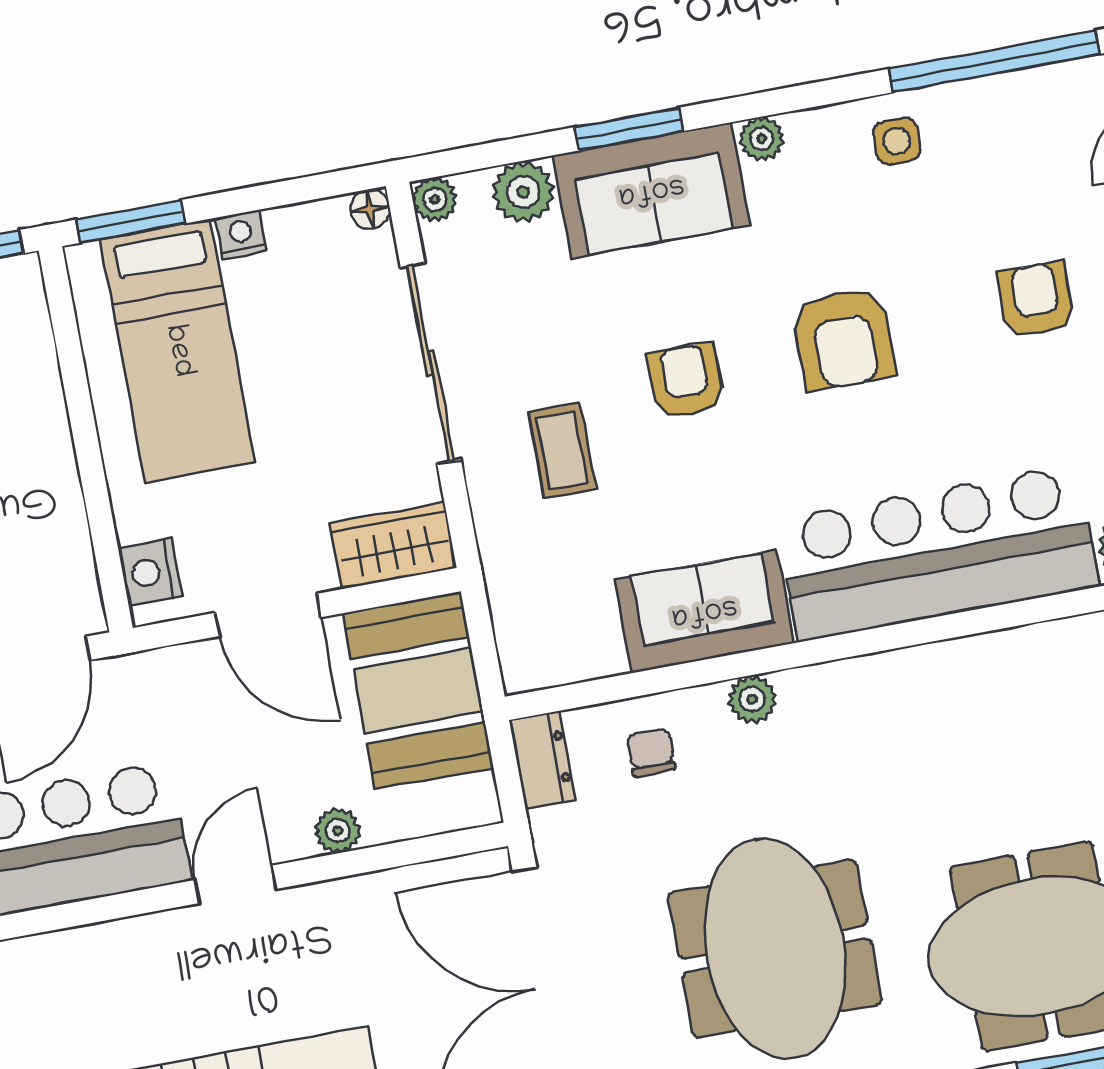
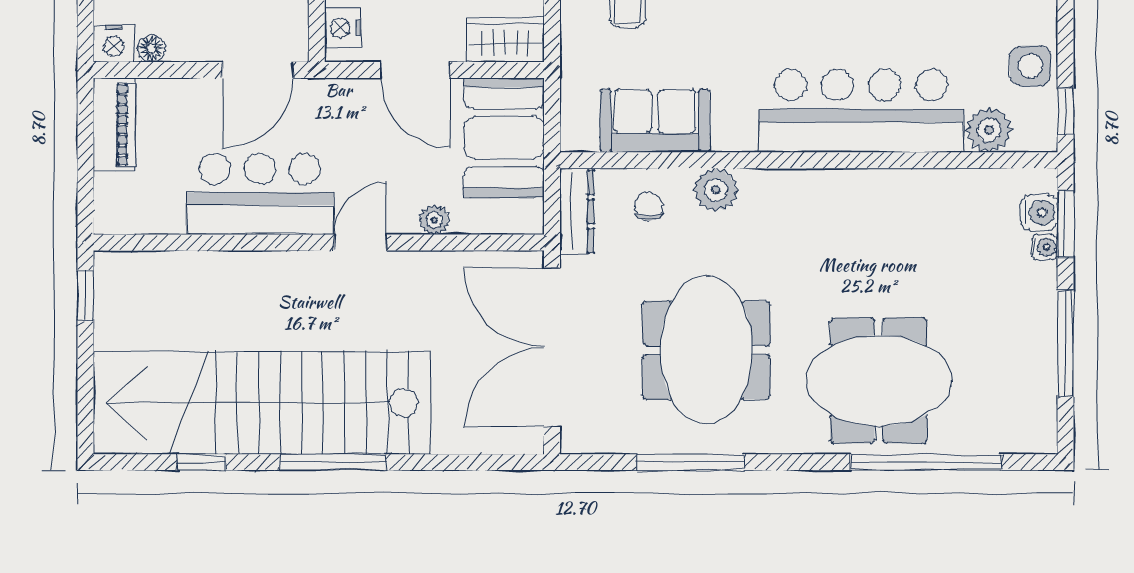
sofa: (704, 611) -> (655, 121), moved
plant: (752, 699) -> (716, 190), width x1.38, depth x1.38
dresser: (542, 760) -> (577, 212), width x1.44

